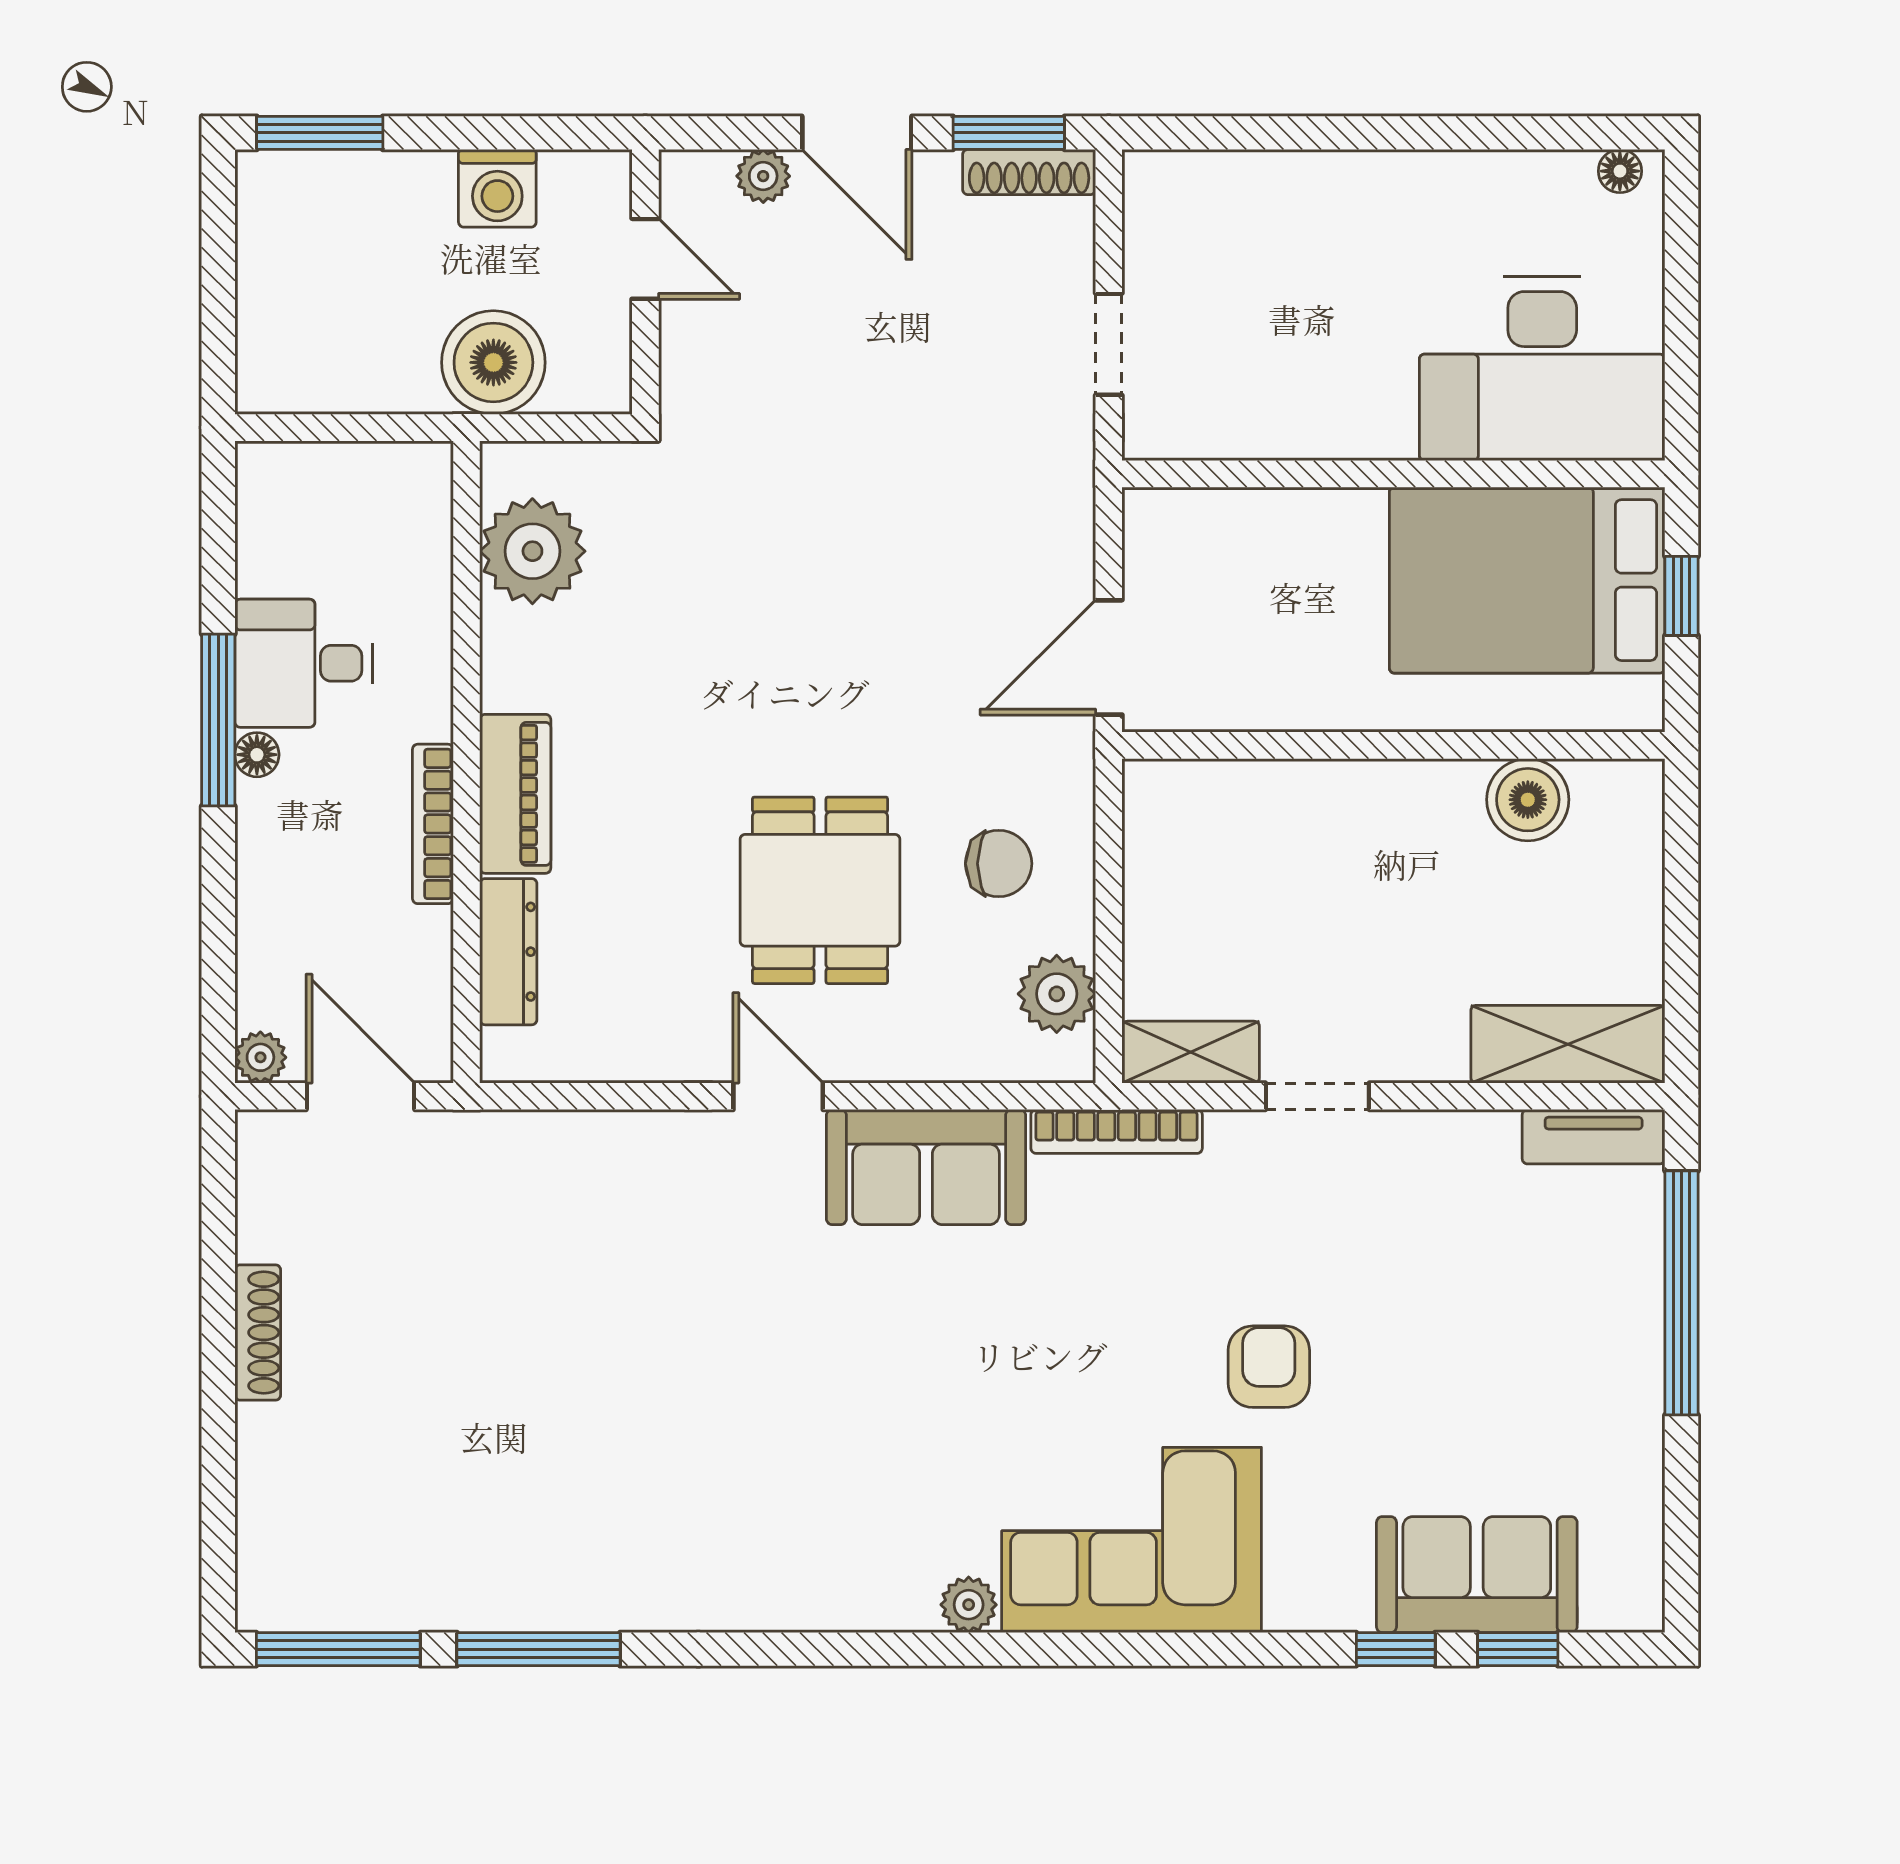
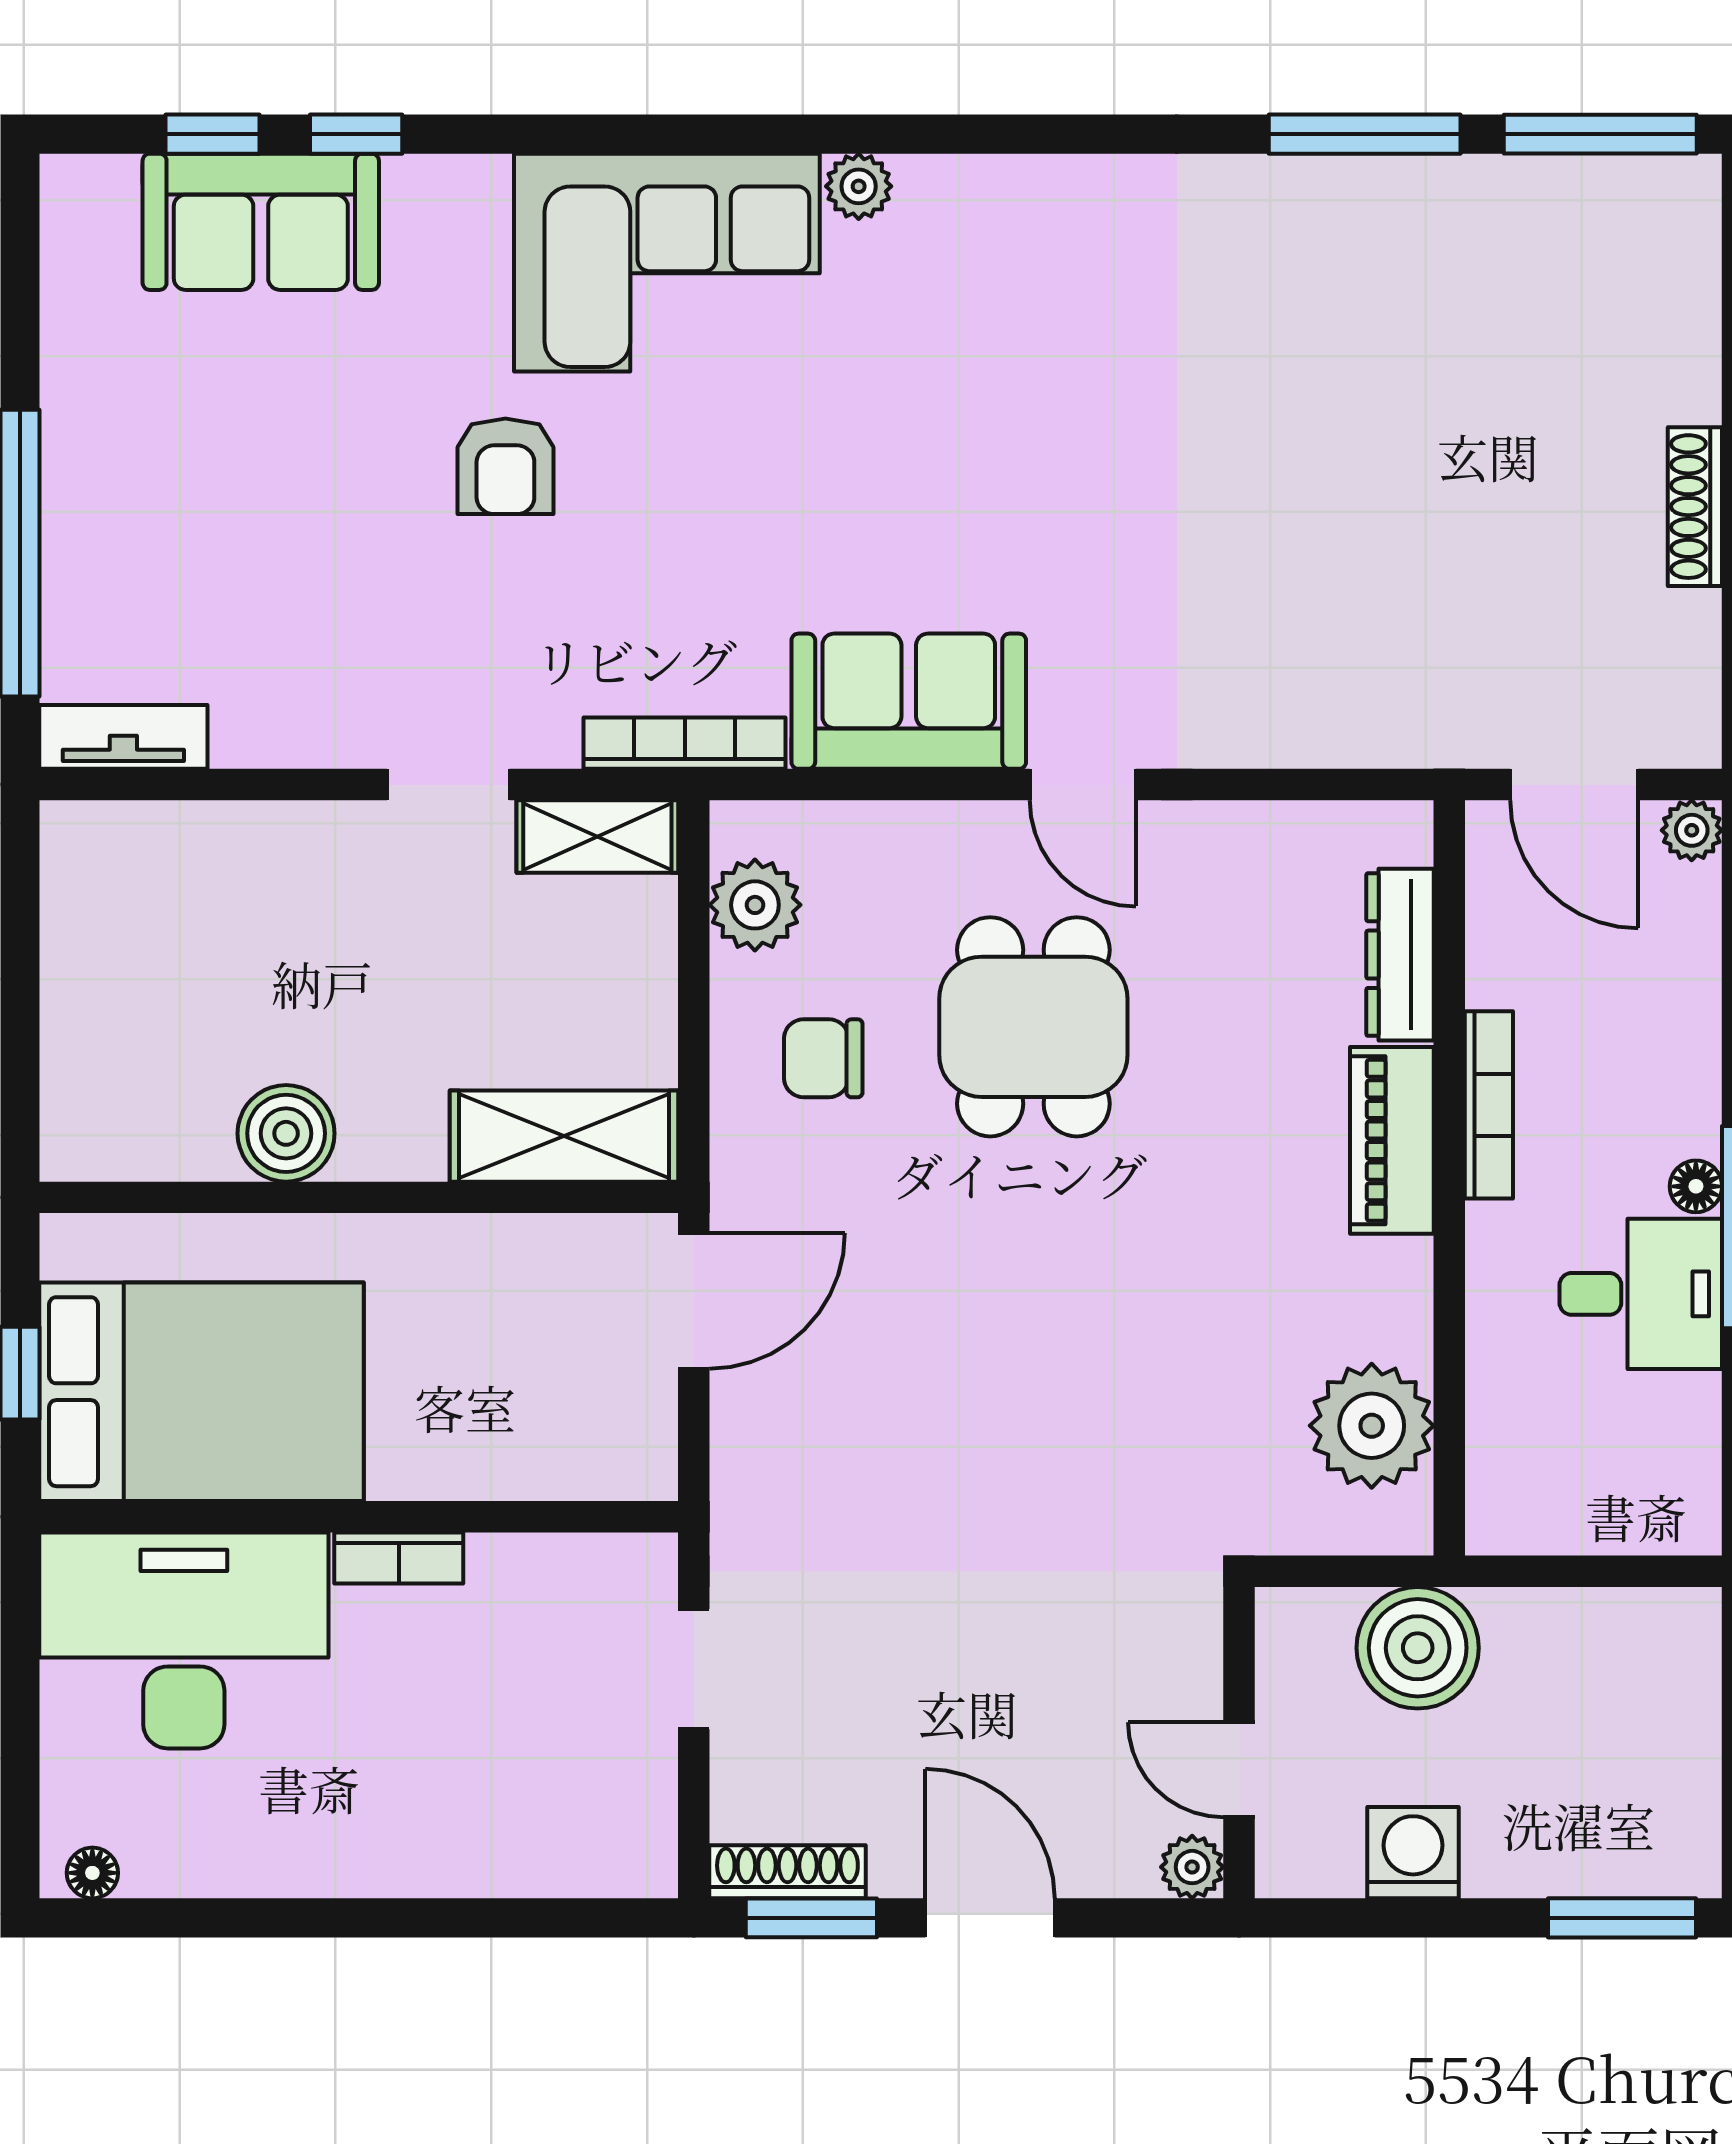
plant: (763, 176) -> (1192, 1867), moved
bookcase: (1359, 439) -> (399, 1558), added
boiler: (1528, 800) -> (286, 1133), moved
shelving: (1568, 1044) -> (564, 1136), moved

